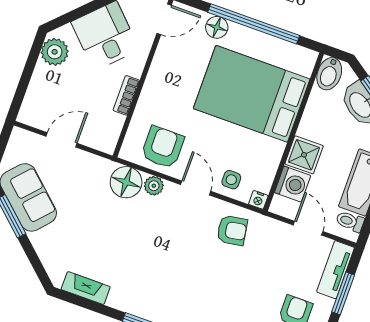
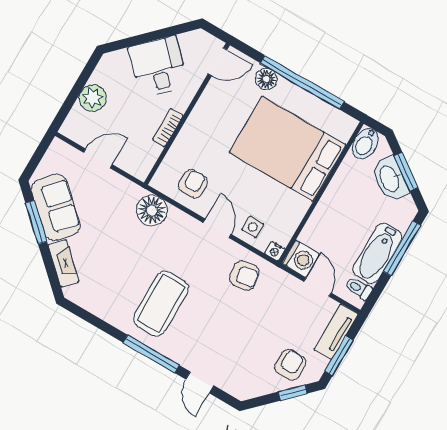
plant: (55, 52) -> (93, 98), moved
armchair: (163, 147) -> (193, 184), width x0.72, depth x0.72
shower: (304, 155) -> (327, 216), removed
washing machine: (293, 184) -> (301, 259), moved
plant: (154, 186) -> (178, 219), removed
coffee table: (153, 275) -> (161, 304), added
fireplace: (86, 288) -> (63, 263), moved, turned 43

